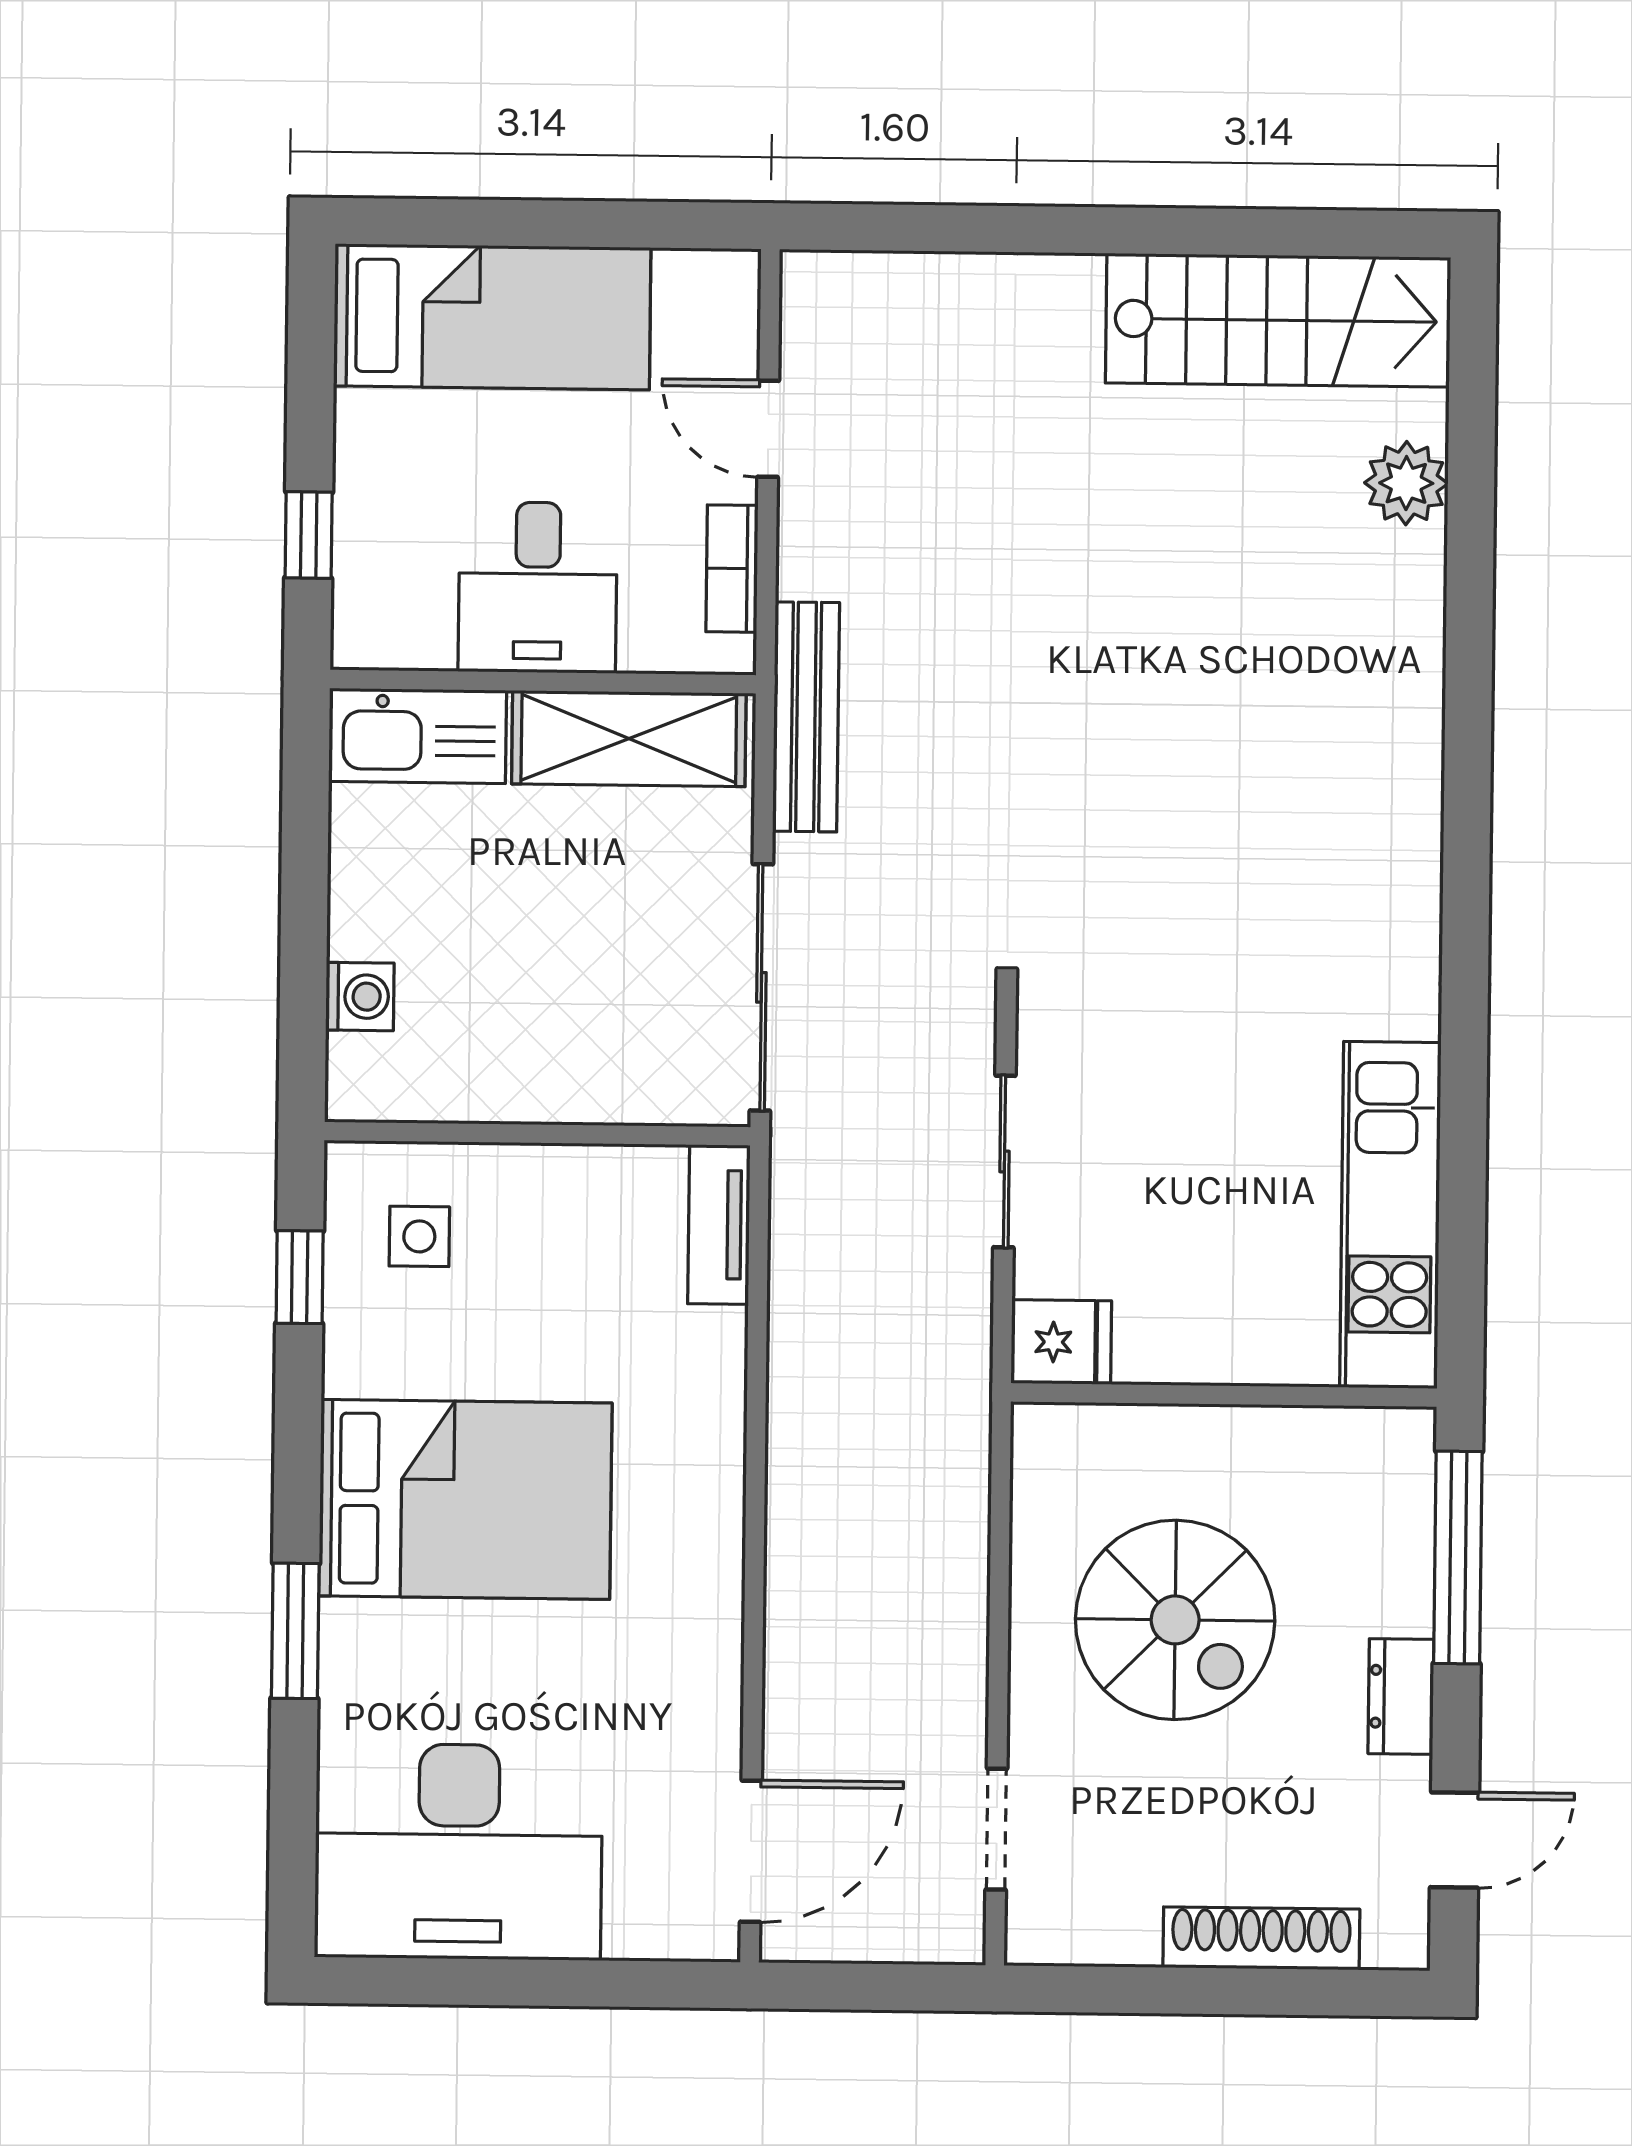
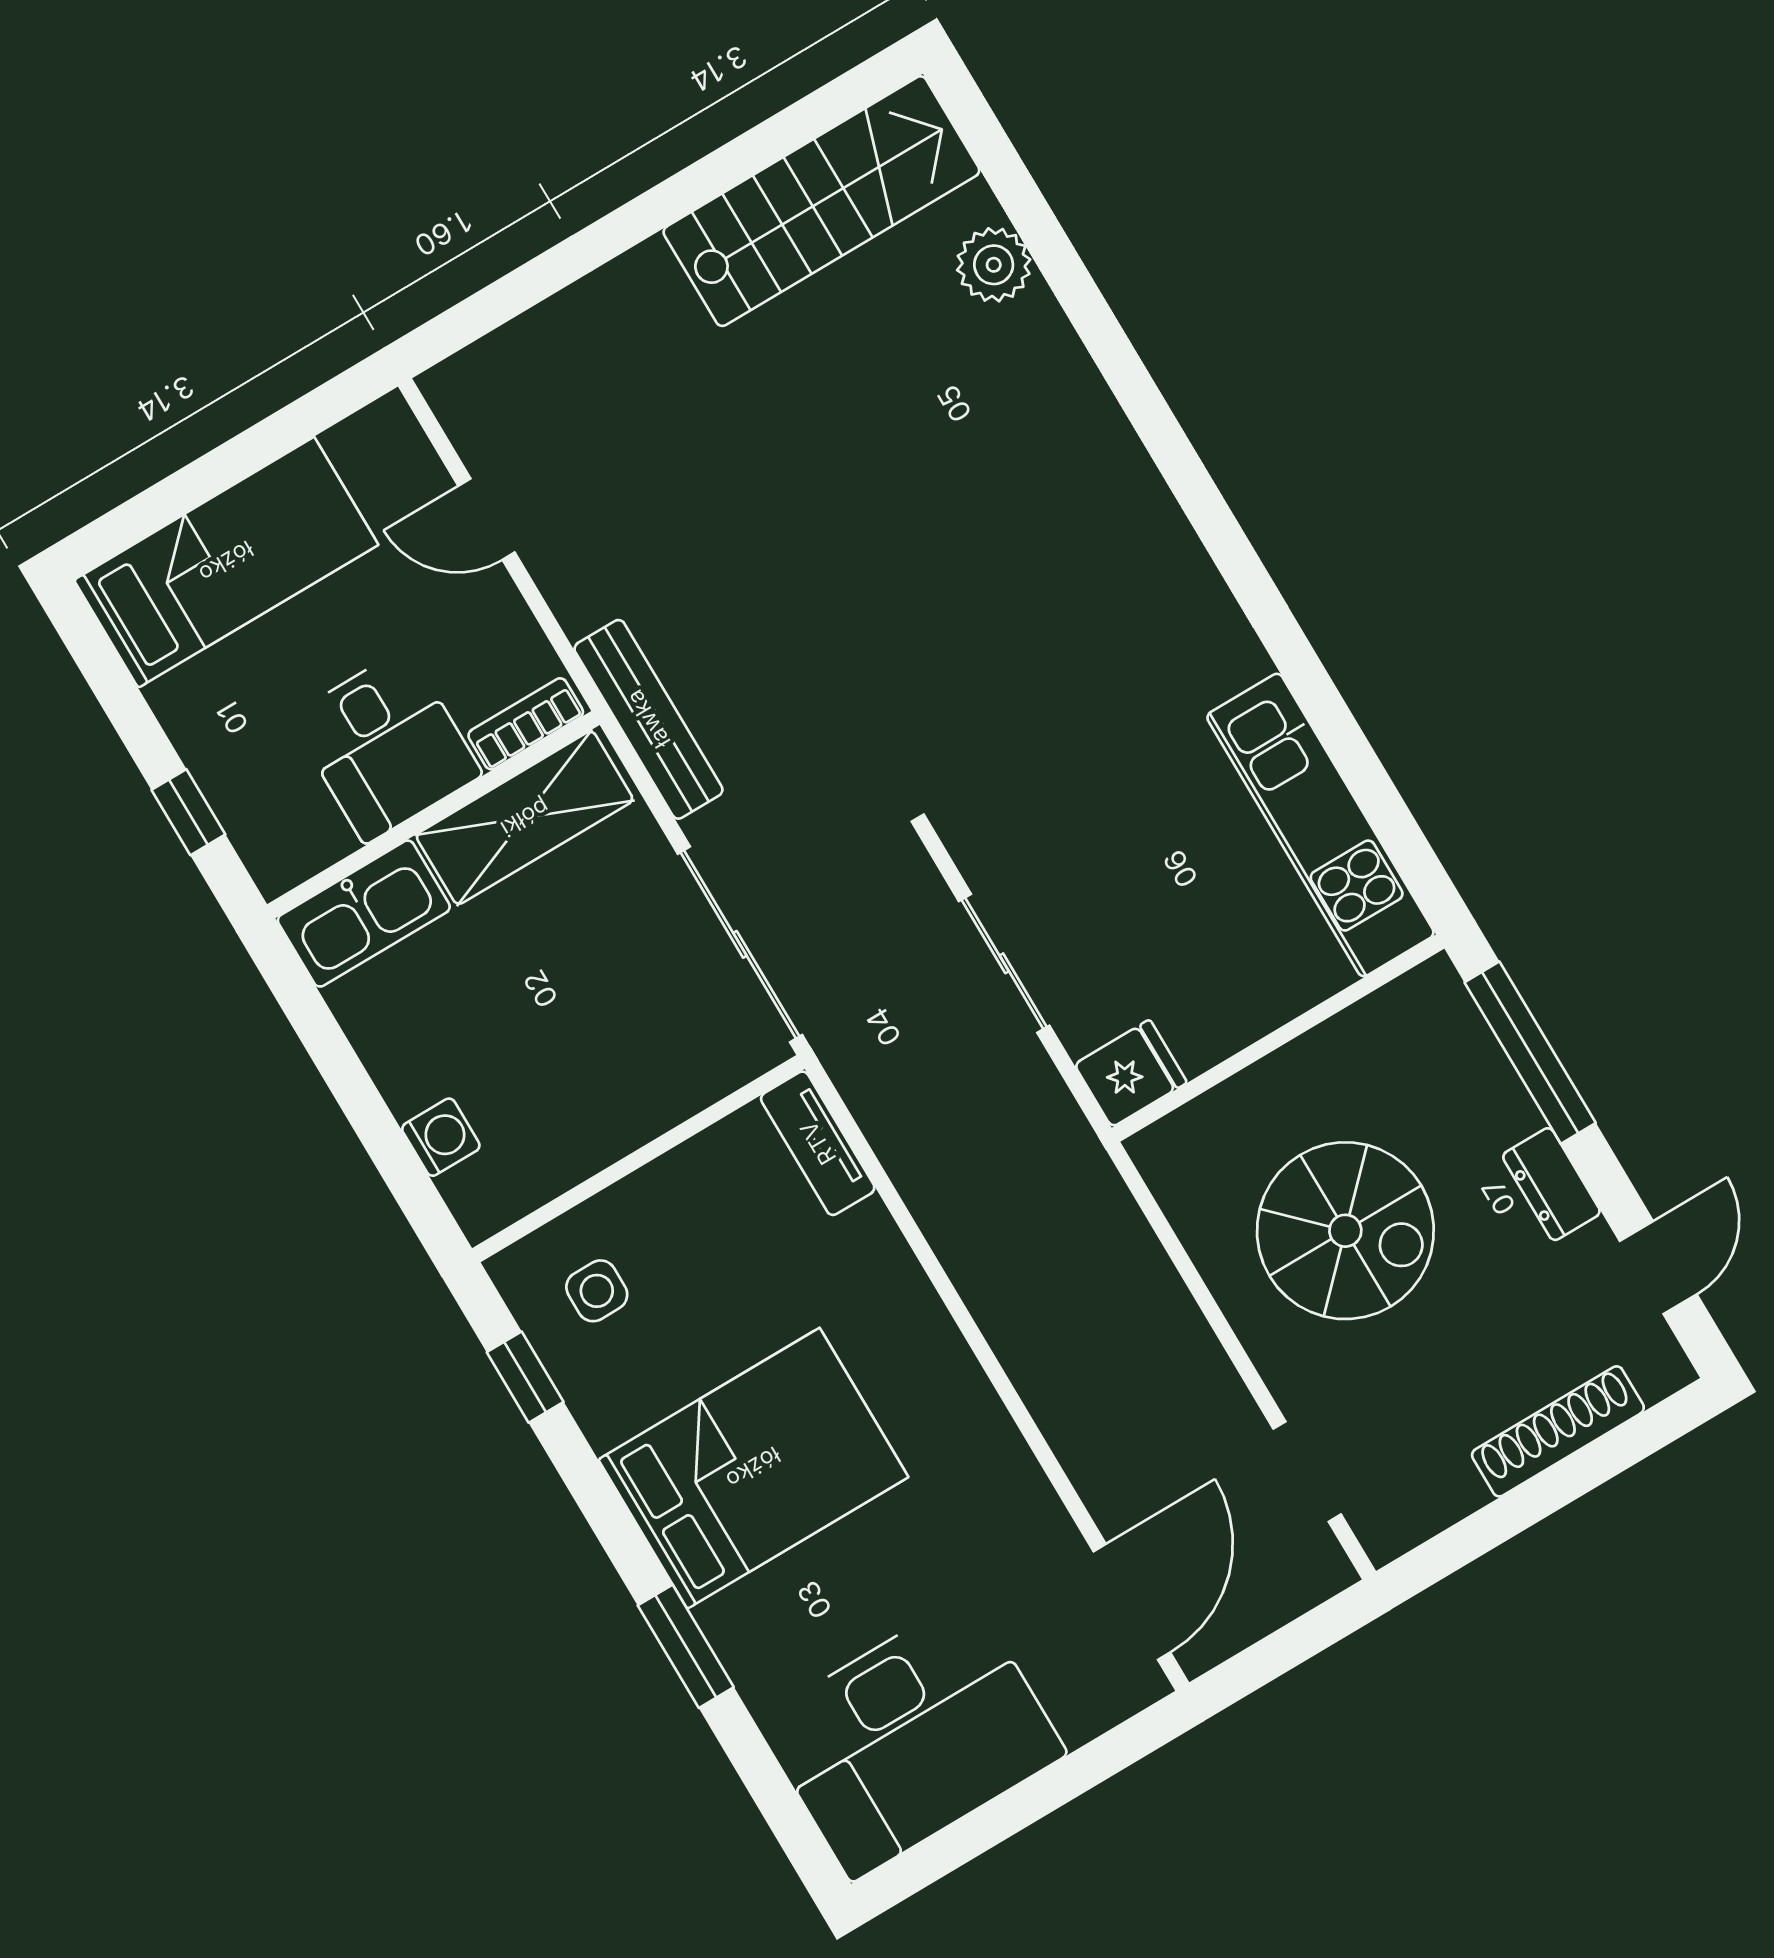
bookcase: (732, 569) -> (526, 724), moved, turned 90

